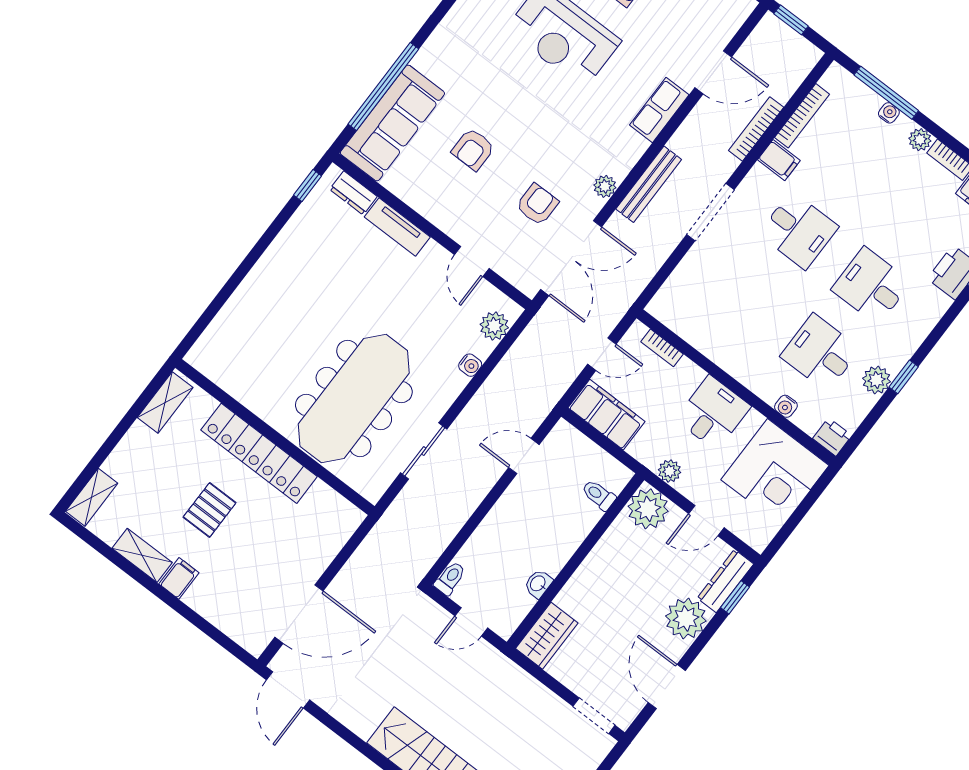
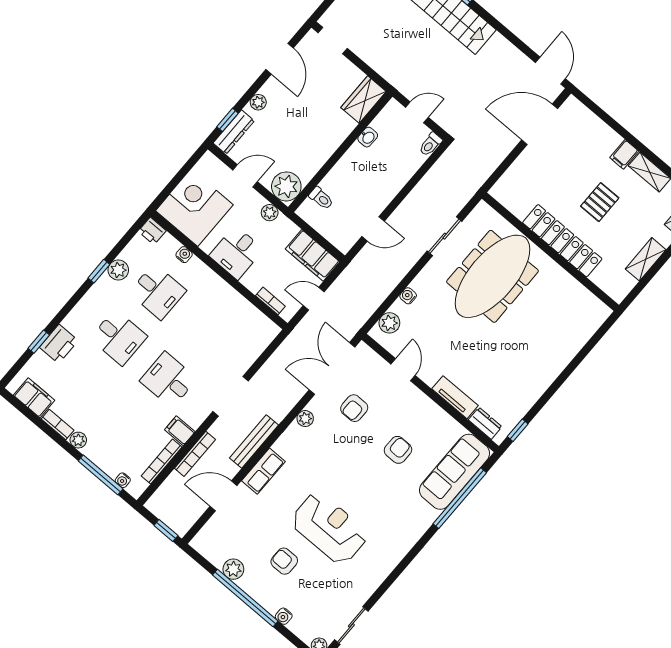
water cooler: (889, 113) -> (123, 480), moved
bench: (649, 184) -> (254, 442), moved
shelving: (165, 402) -> (646, 259), moved
plant: (686, 619) -> (258, 102), width x0.53, depth x0.53

